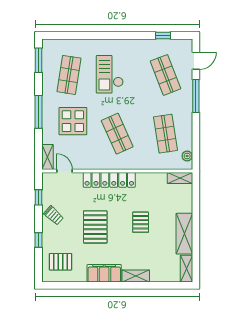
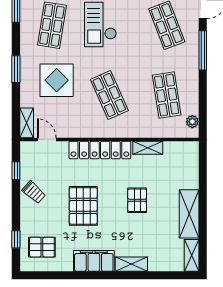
window: (39, 112) -> (16, 69), width x0.69
shelving: (180, 178) -> (148, 148), moved
window: (39, 240) -> (16, 239), moved

